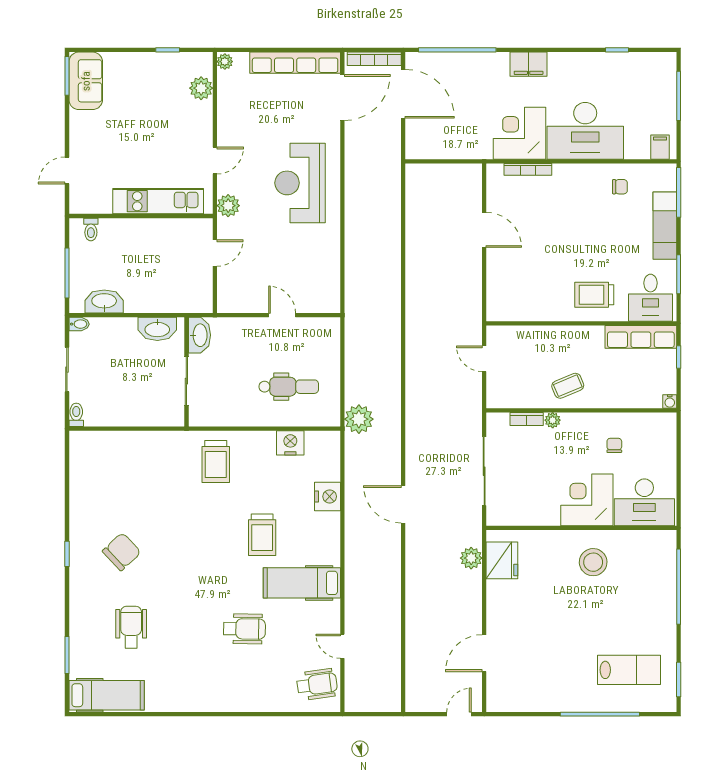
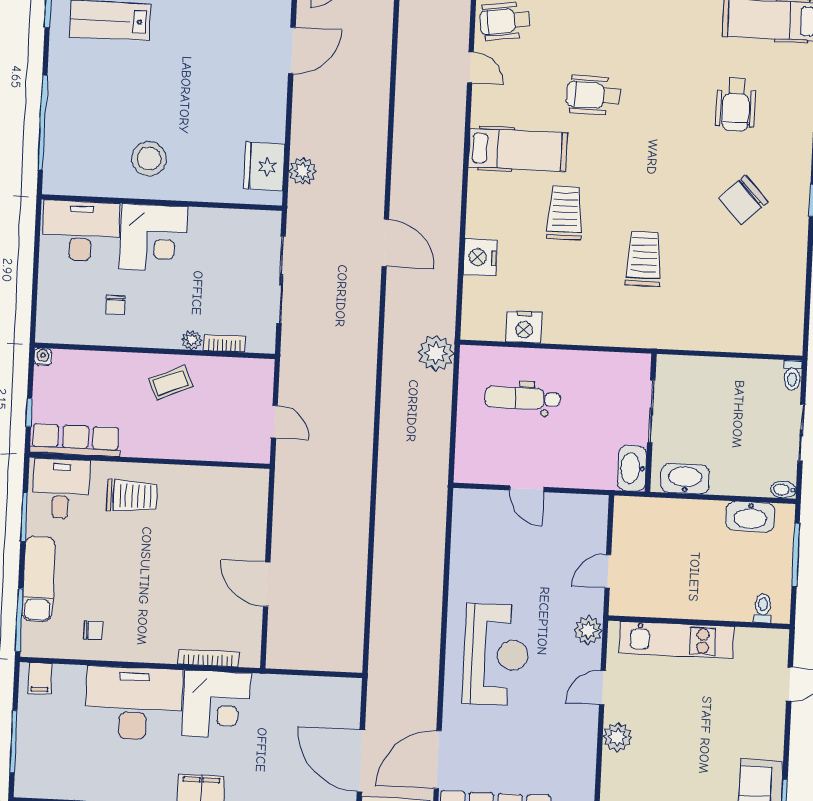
plant: (201, 88) -> (617, 737), moved
chair: (620, 187) -> (93, 631), turned 180
trolley: (216, 462) -> (644, 259), moved

